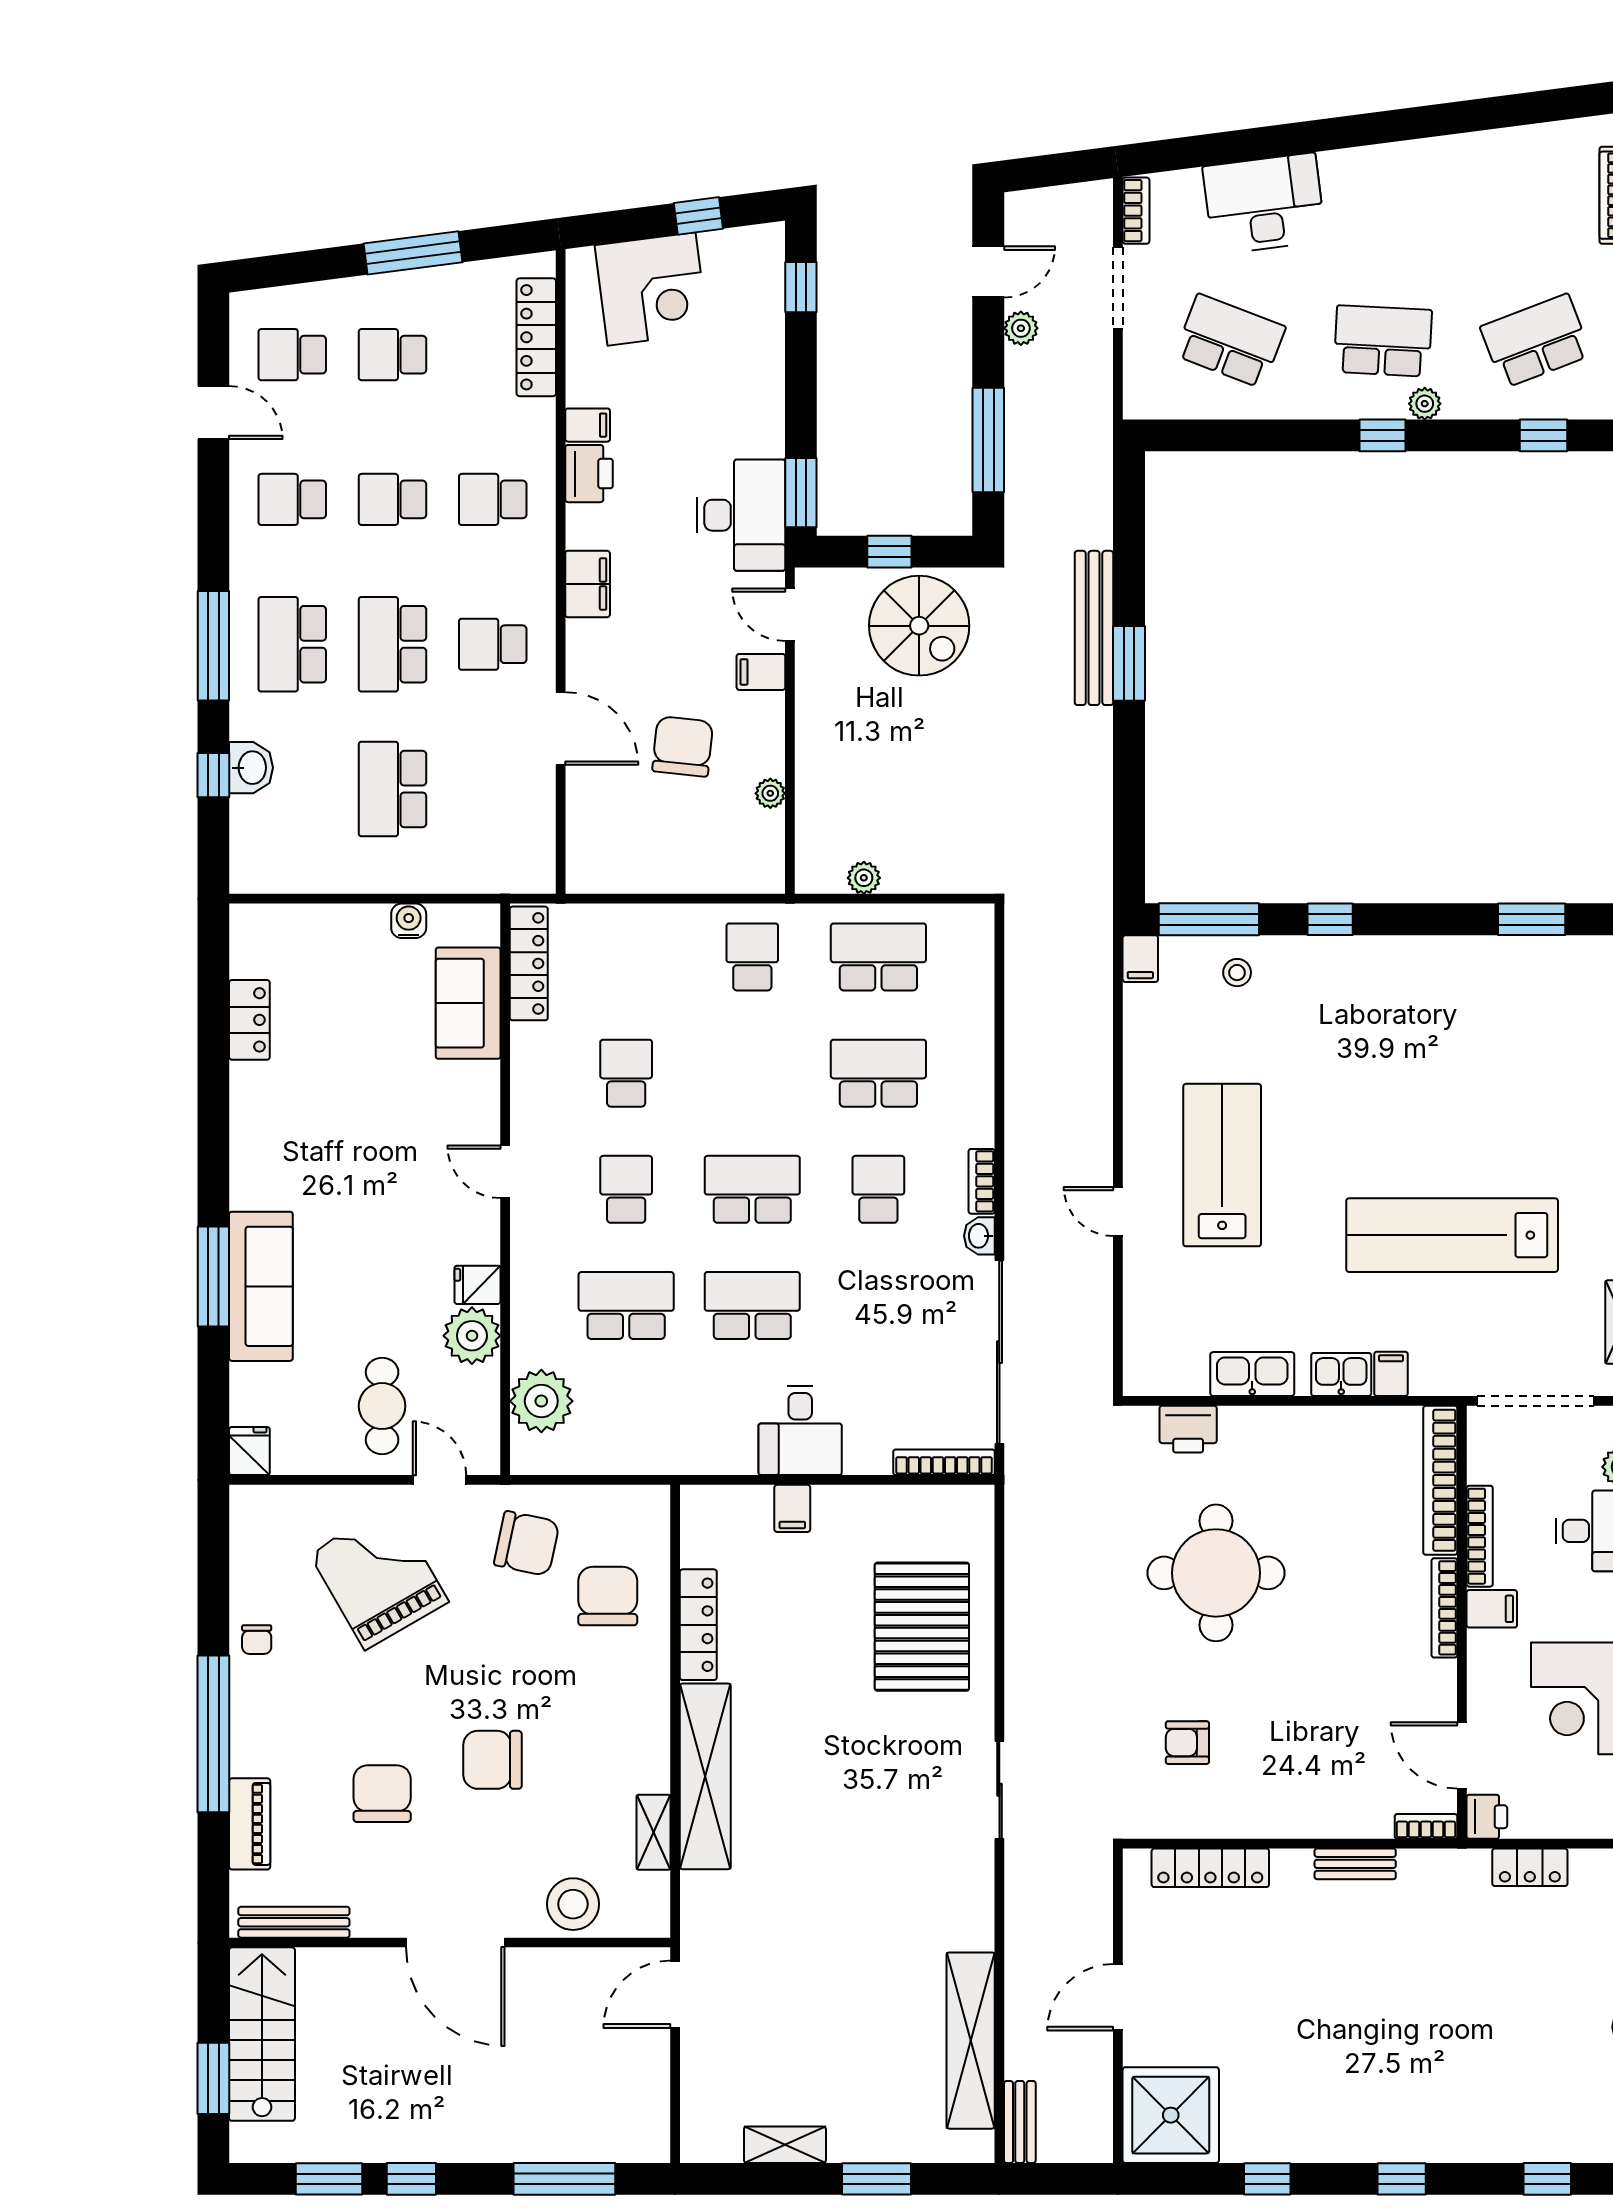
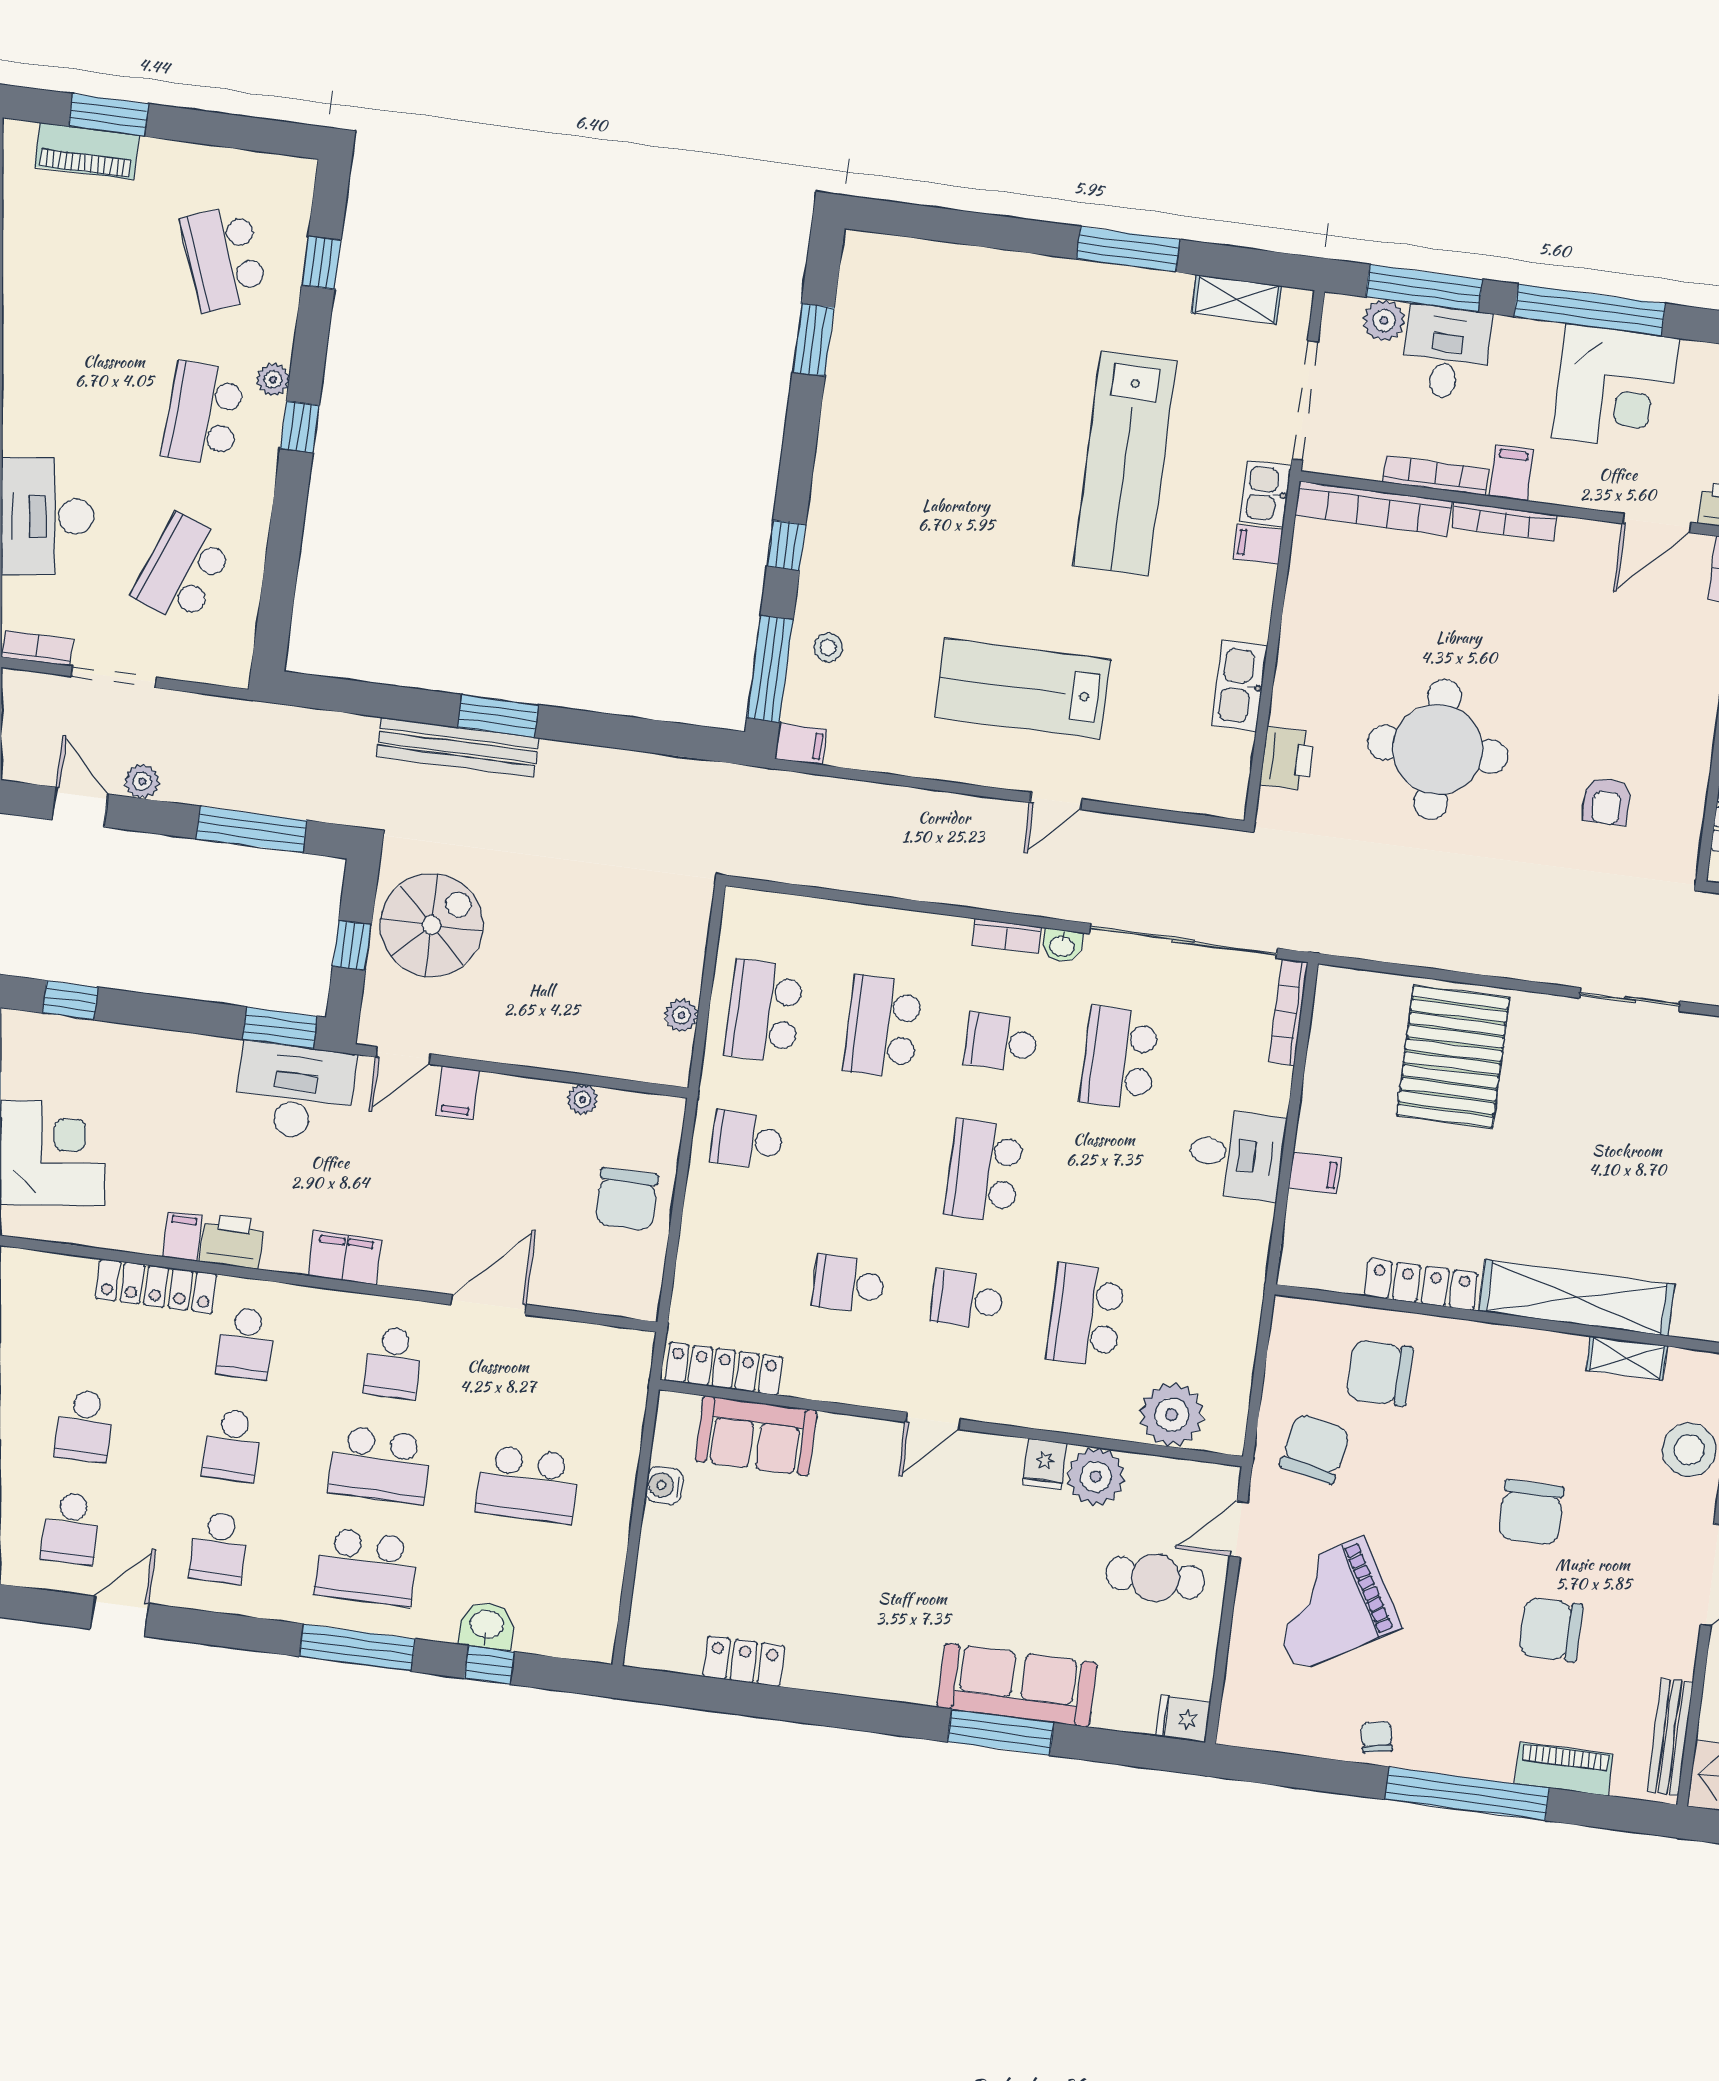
locker: (536, 337) -> (156, 1286), moved
chair: (683, 746) -> (627, 1199), moved, turned -96
school desk: (752, 1306) -> (1120, 1058), moved
kitchen sink: (1341, 1374) -> (1265, 494), moved
pallet: (922, 1627) -> (1453, 1057), turned 90
chair: (257, 1640) -> (1377, 1737), turned -101

